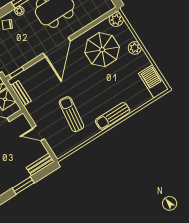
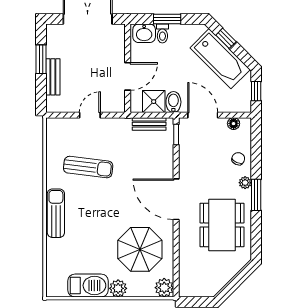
barbecue: (153, 81) -> (88, 285), moved
bench: (40, 164) -> (53, 77), moved

